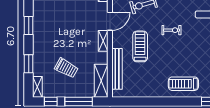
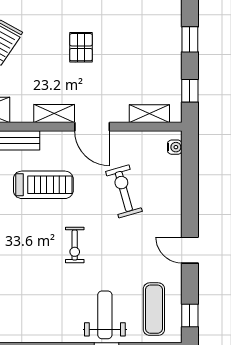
pallet: (68, 27) -> (81, 47), added

